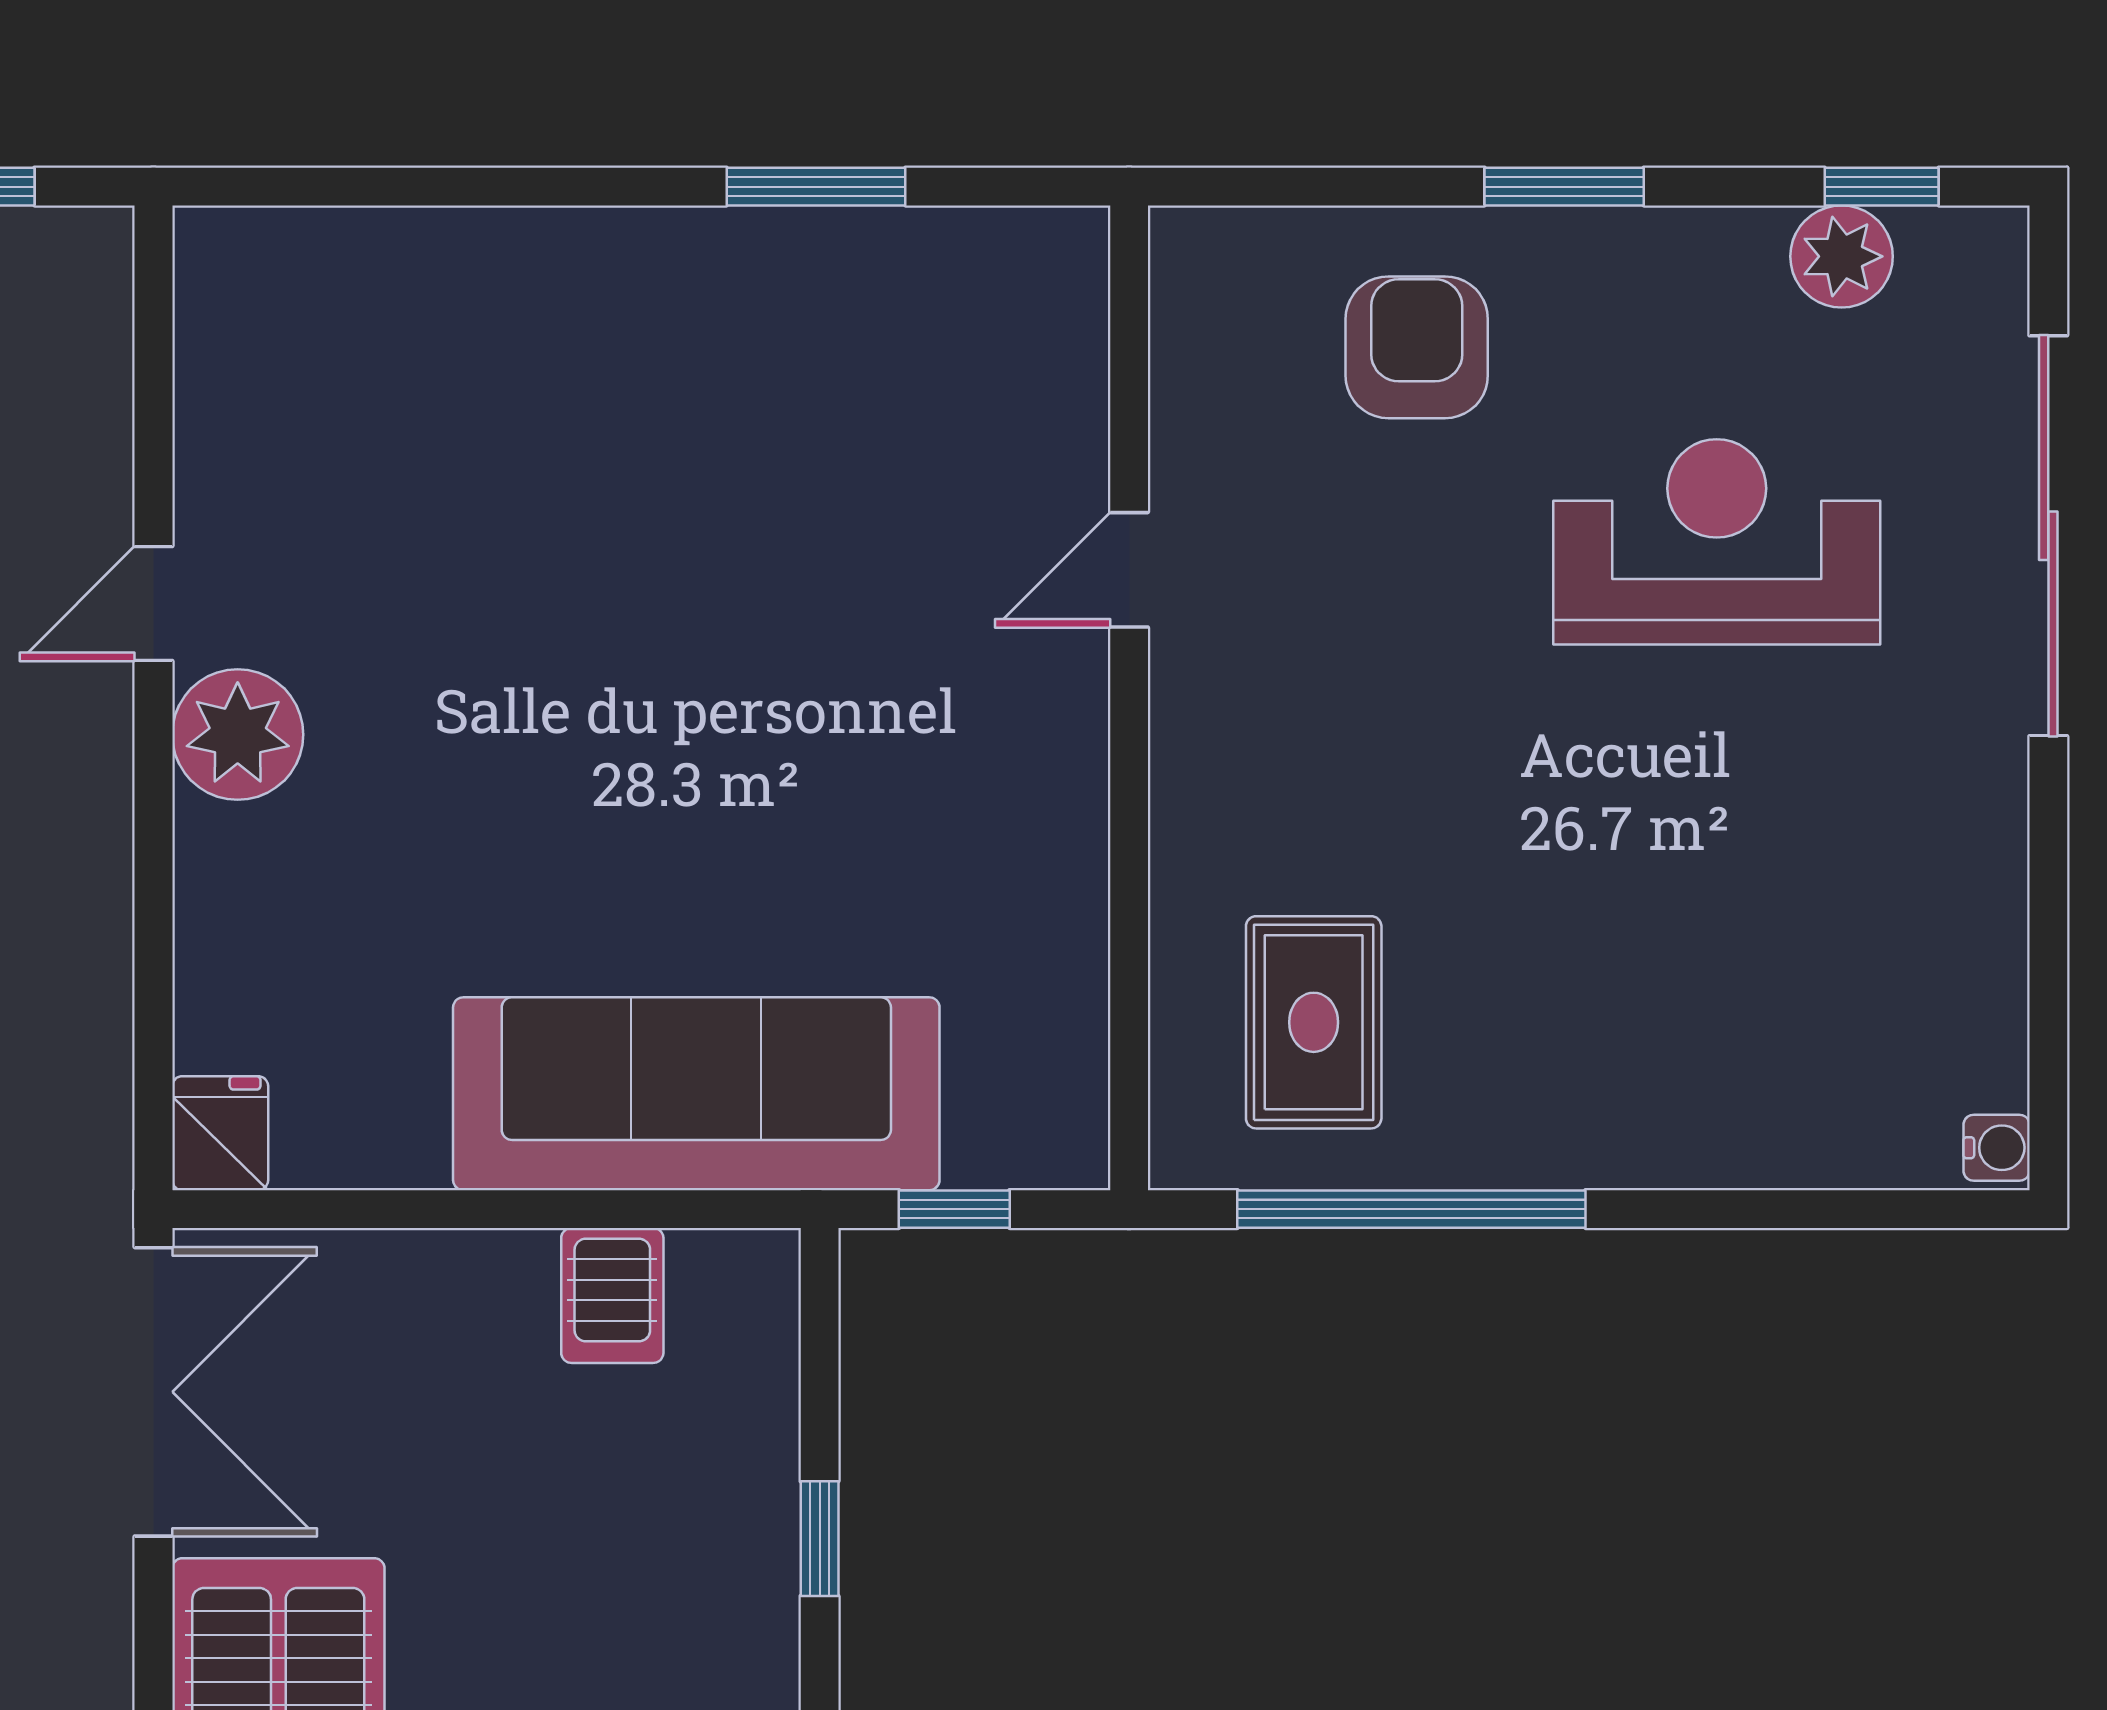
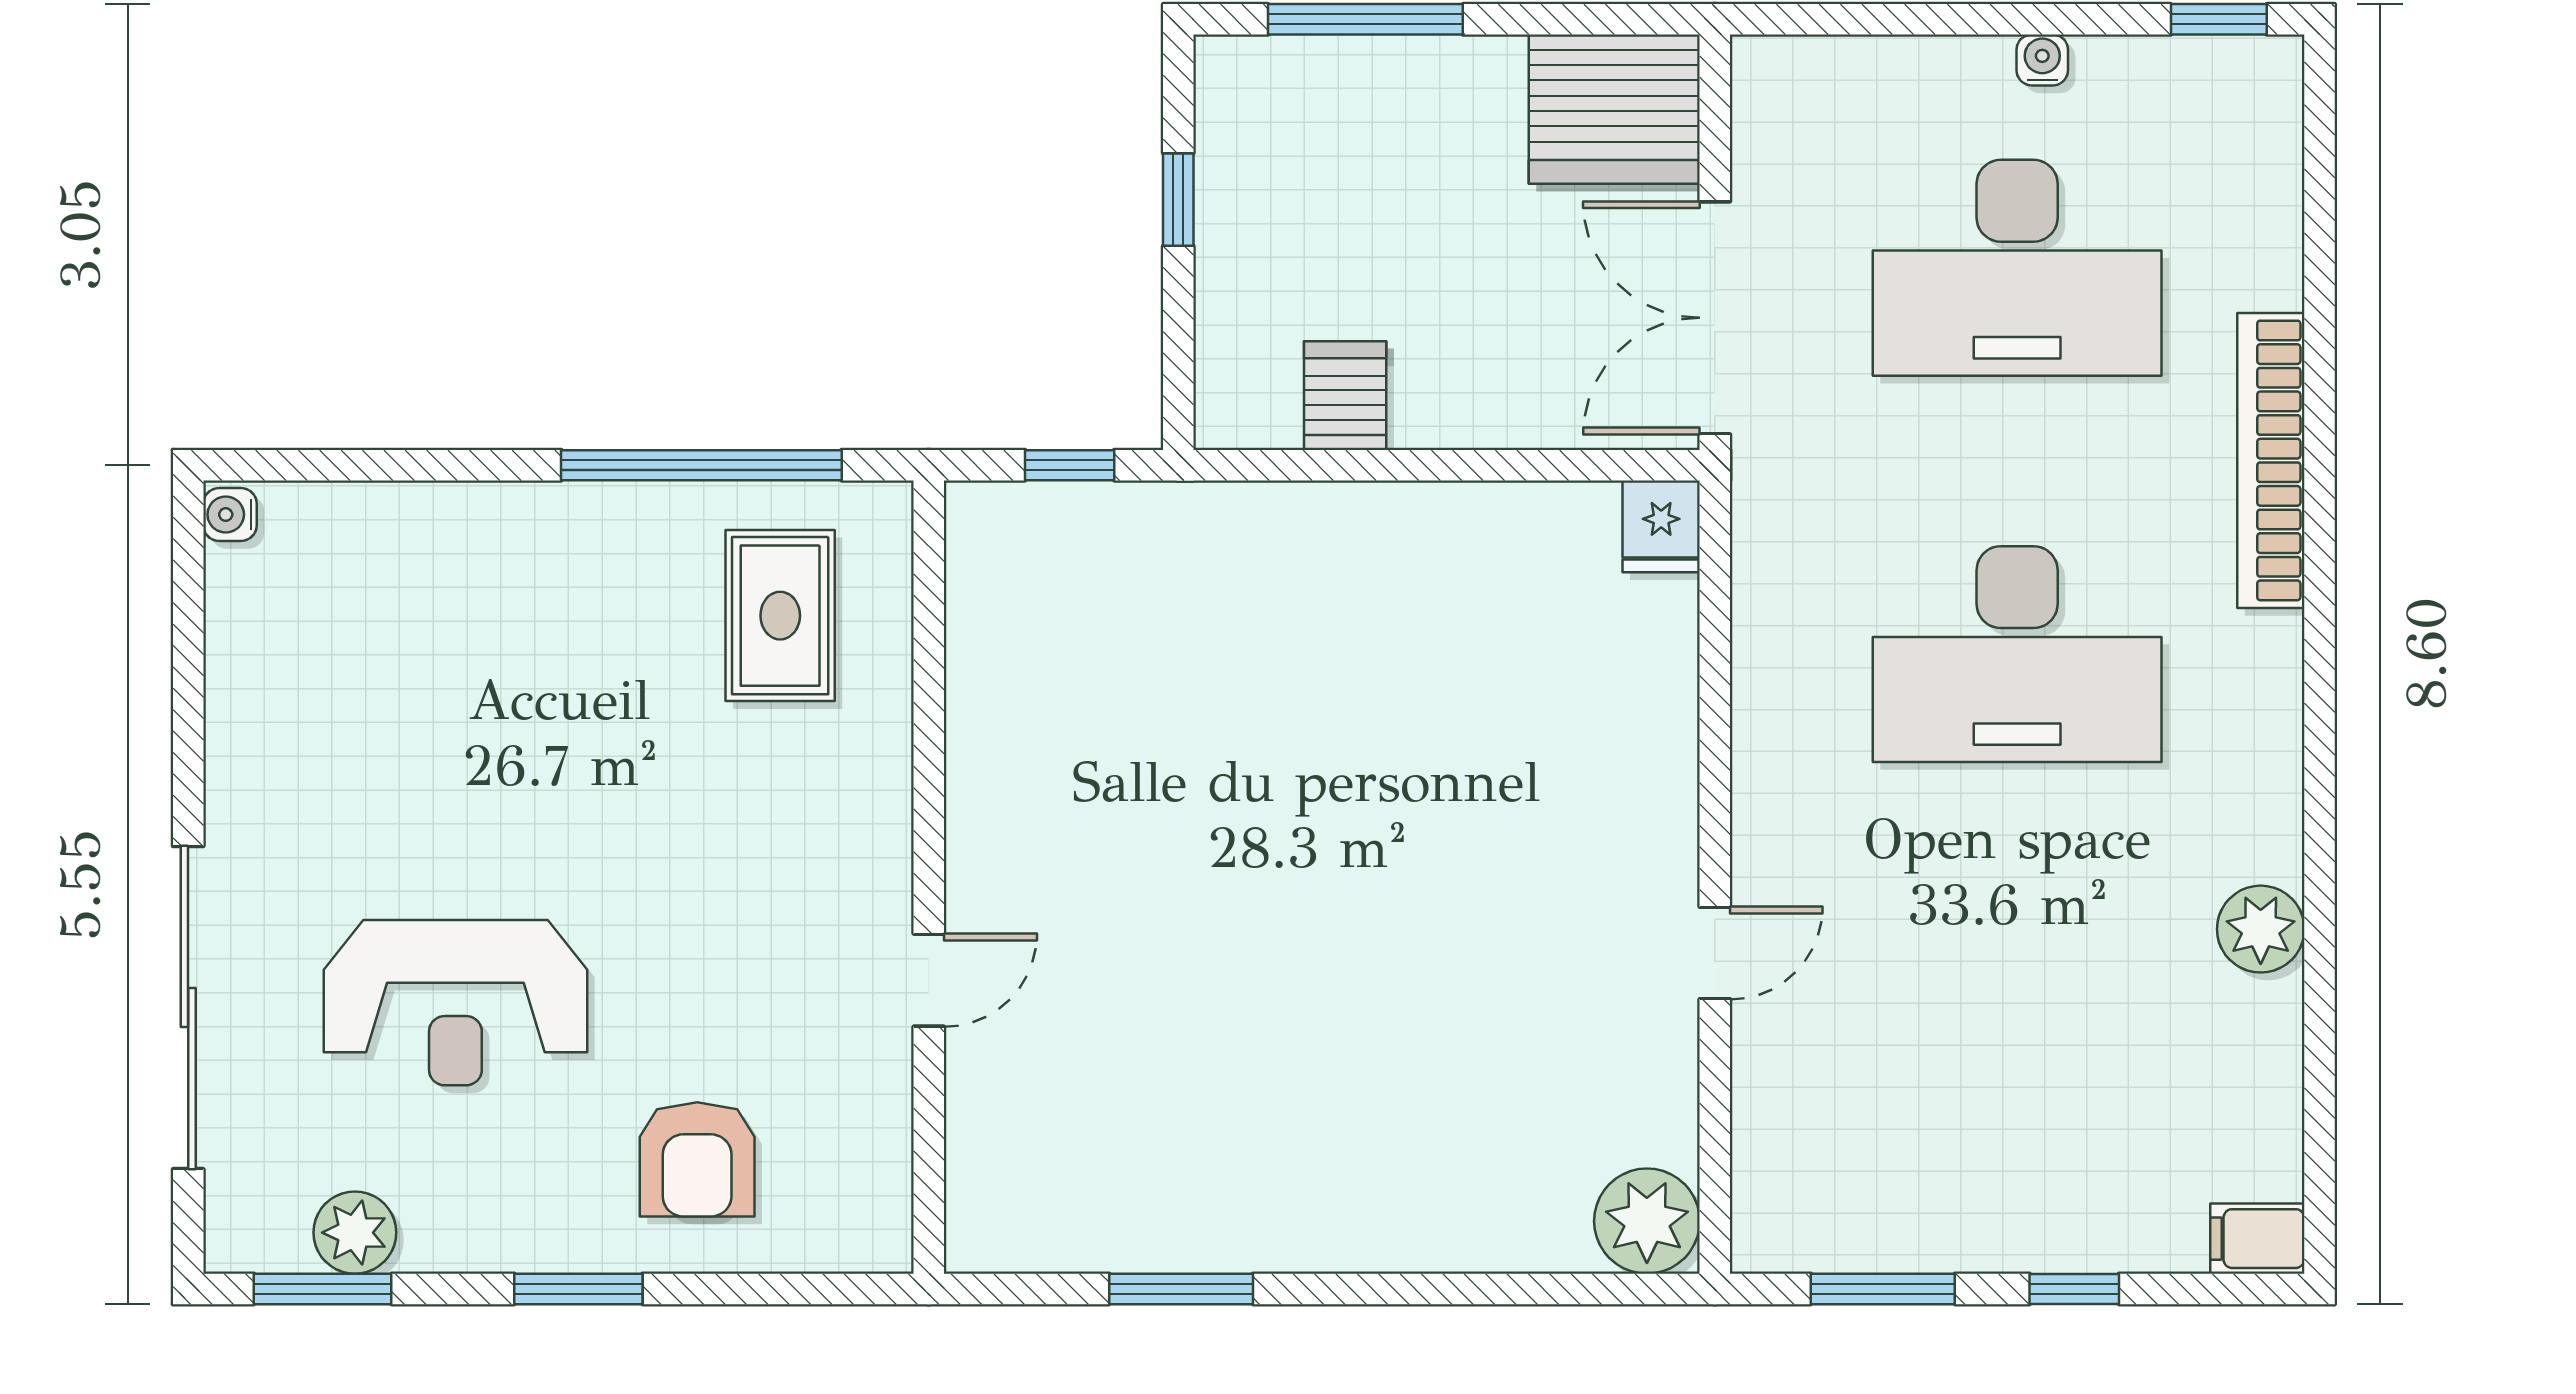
window: (1882, 187) -> (323, 1289), width x1.50
plant: (238, 735) -> (1647, 1221), moved
sofa: (696, 1094) -> (1277, 558), removed

